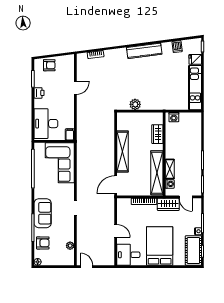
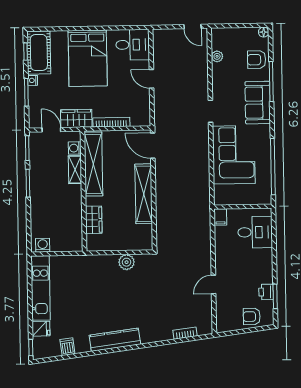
printer: (39, 93) -> (266, 292), moved
washing machine: (174, 117) -> (43, 245), moved
desk: (46, 124) -> (255, 232), width x0.73
corner sofa: (60, 163) -> (234, 155), moved
door: (116, 185) -> (153, 146), swing flipped

